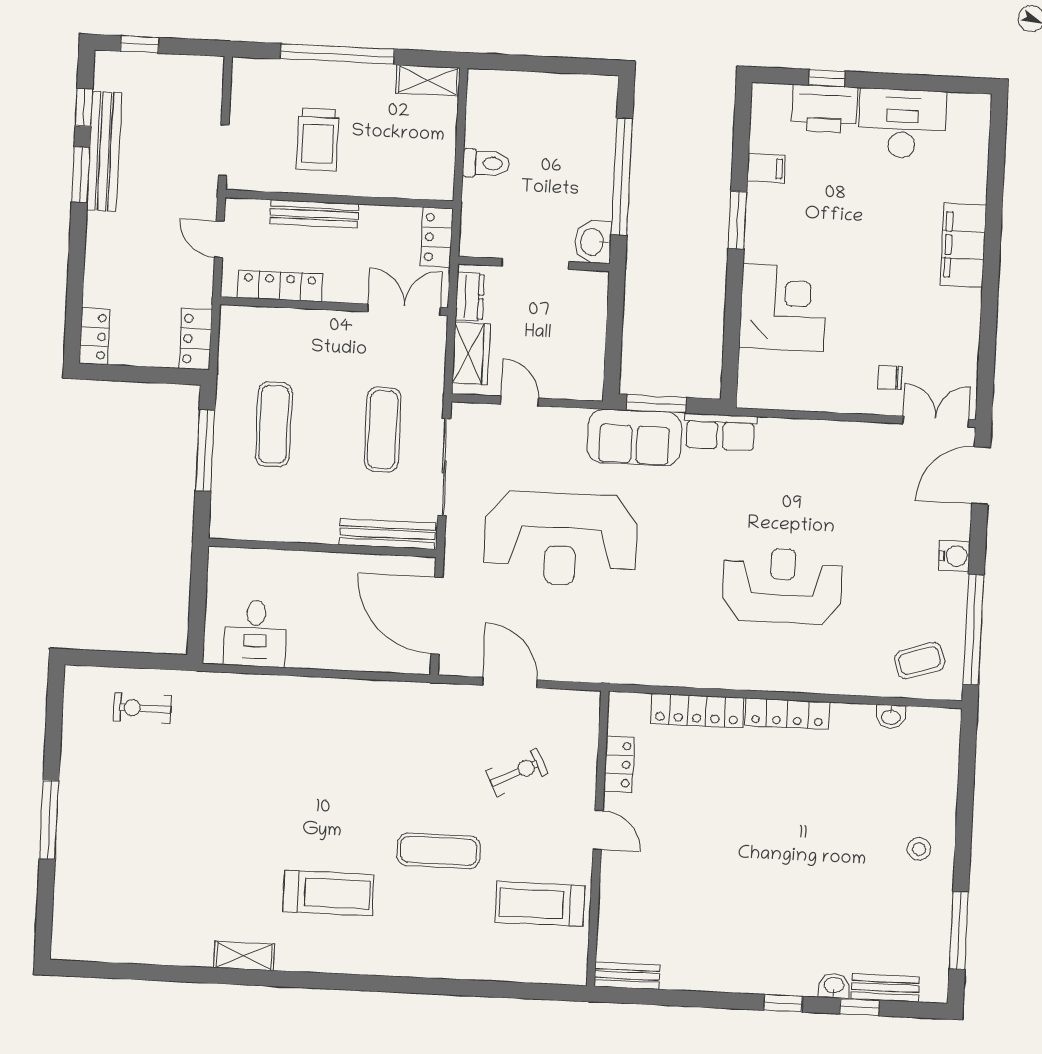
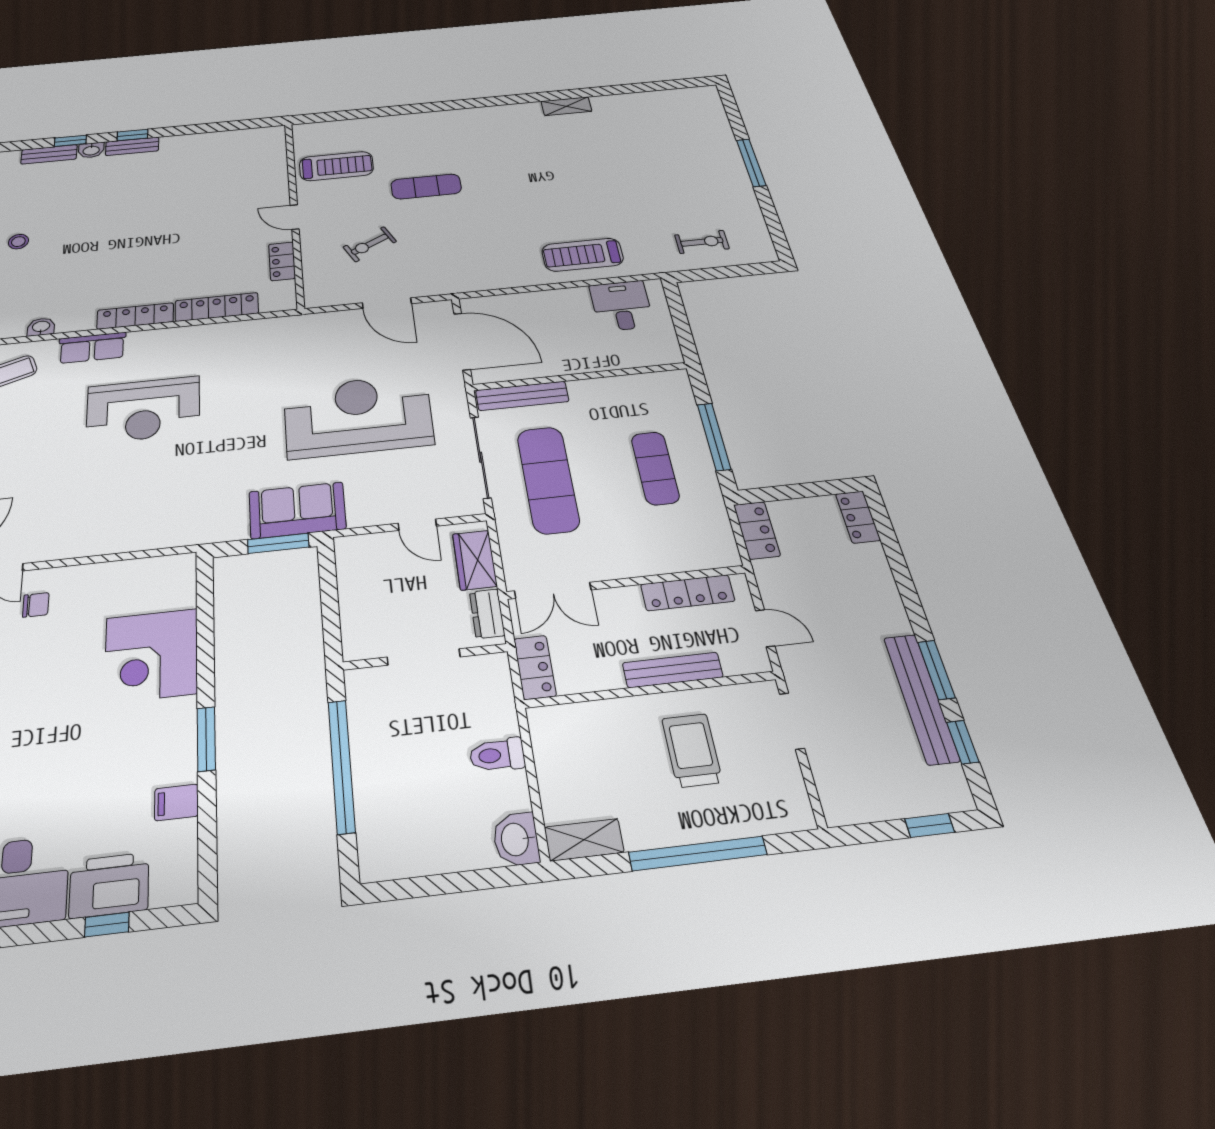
washbasin: (593, 242) -> (516, 839), moved, turned 180
exercise mat: (383, 430) -> (548, 480), width x1.36, depth x1.45
row of seats: (720, 432) -> (92, 348), moved, turned 180
treadmill: (328, 893) -> (583, 255), moved
bench: (627, 976) -> (132, 146), moved

